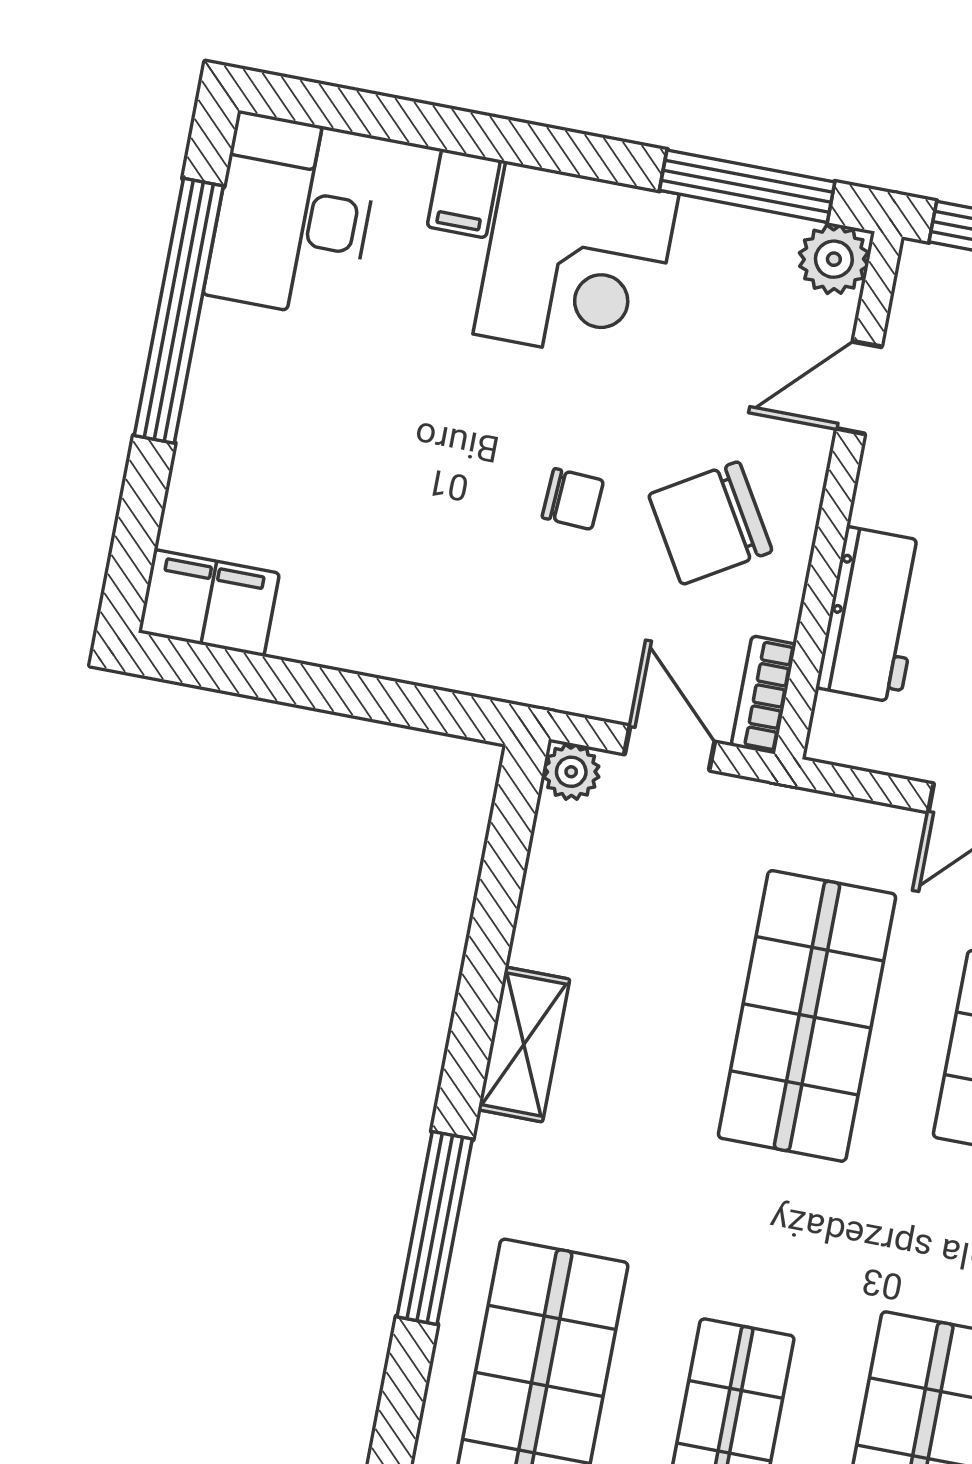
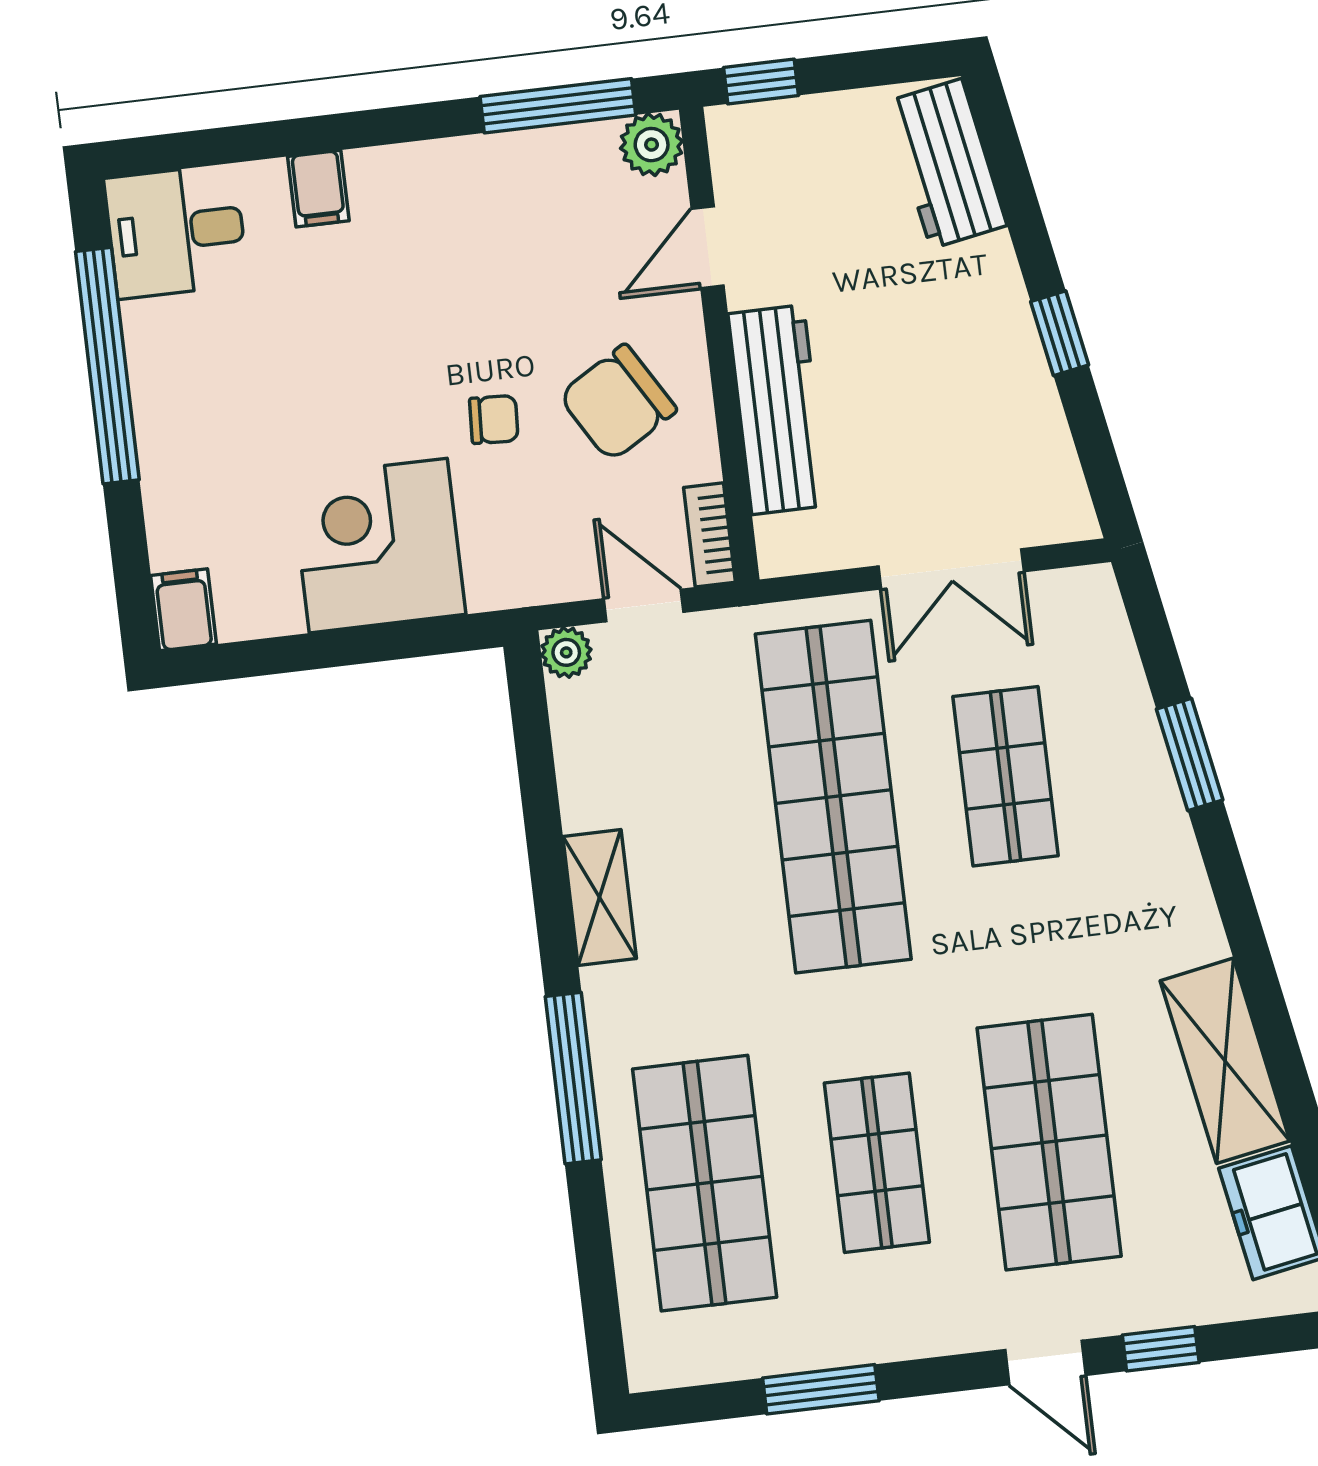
desk: (293, 216) -> (176, 231), width x0.73
corner desk: (576, 264) -> (378, 546), moved, turned 180
filing cabinet: (209, 603) -> (184, 610), width x0.50
workbench: (873, 615) -> (778, 410), width x1.38
shop shelf: (807, 1016) -> (833, 797), width x1.40

